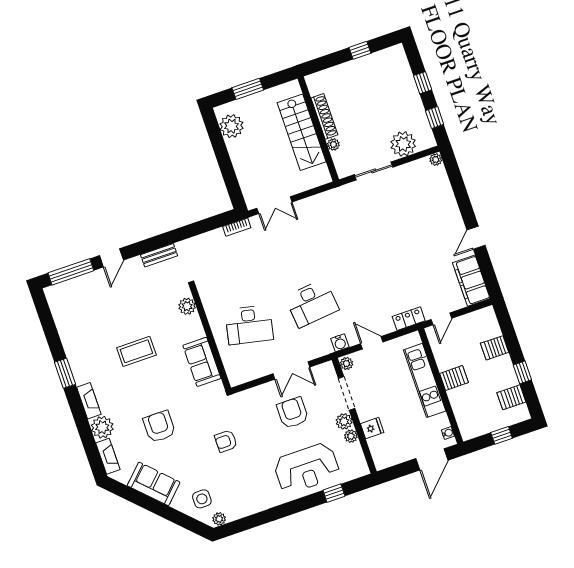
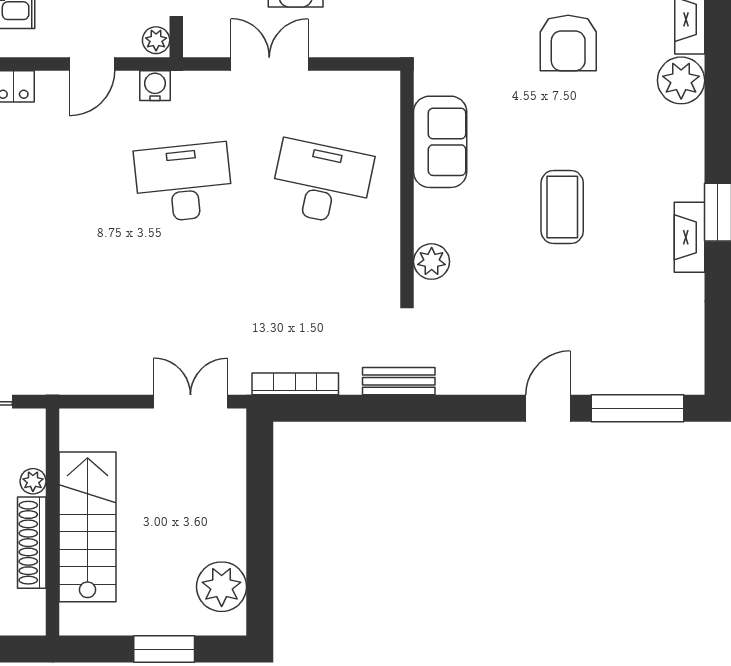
bookcase: (237, 227) -> (295, 384), width x1.56
bench: (159, 255) -> (399, 381), moved
door: (372, 343) -> (92, 64), hinge flipped
coffee table: (136, 351) -> (562, 207), turned 90
fireplace: (89, 401) -> (689, 237), moved

